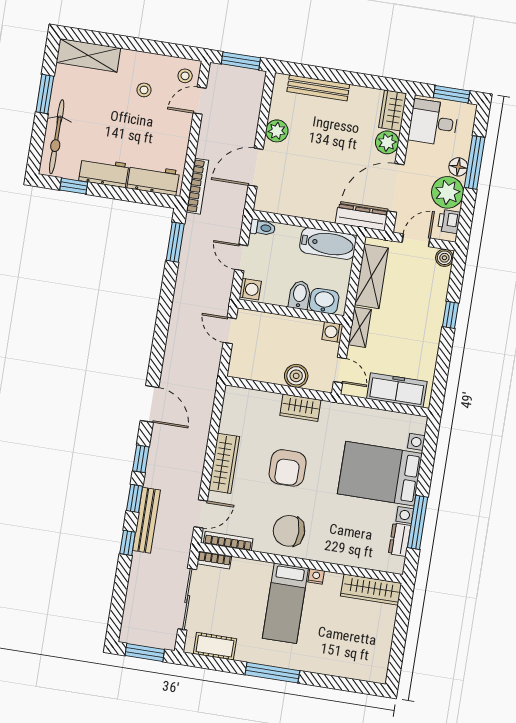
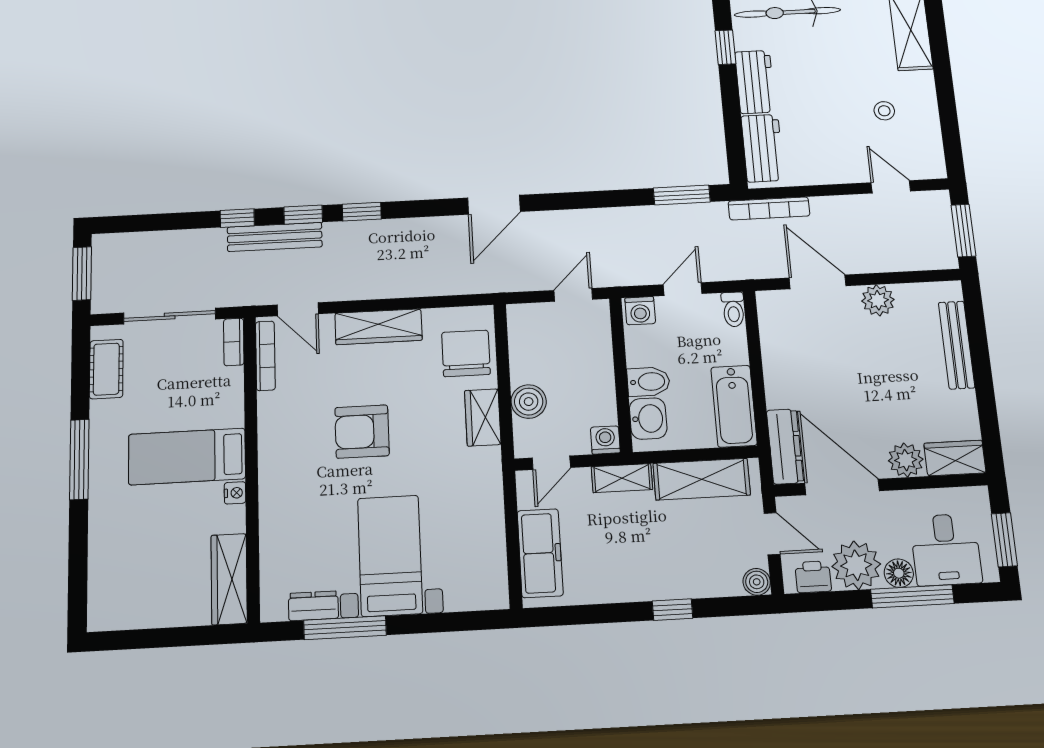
stool: (185, 76) -> (920, 160), removed
desk: (433, 123) -> (946, 550), moved, turned 180
door: (150, 404) -> (494, 205), moved
armchair: (288, 468) -> (362, 432), moved
bed with nightstands: (380, 474) -> (390, 556), width x0.73
chair: (289, 531) -> (466, 353), moved

